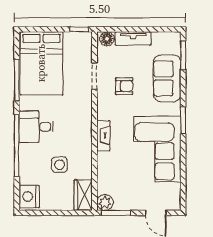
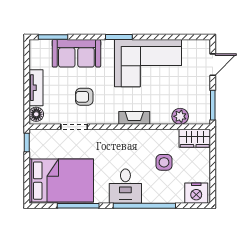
armchair: (124, 86) -> (84, 97), turned -90
plant: (105, 203) -> (180, 116), moved

